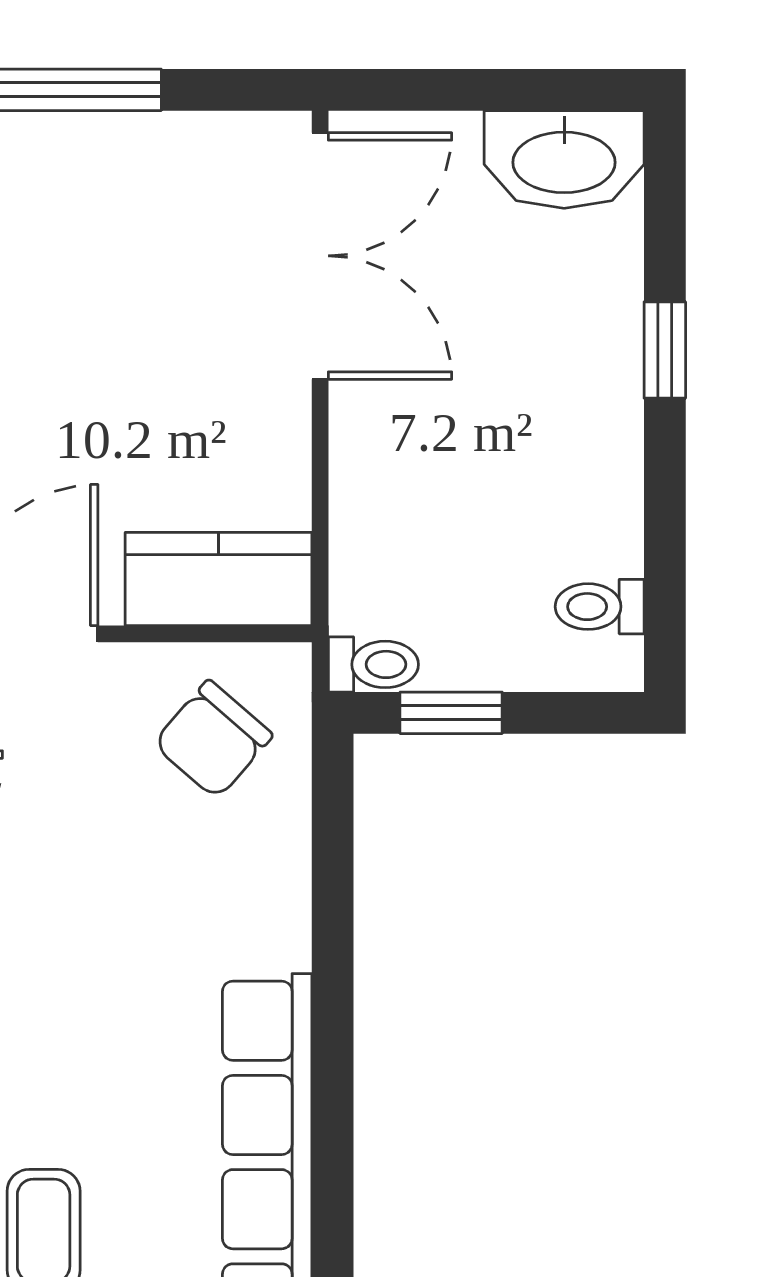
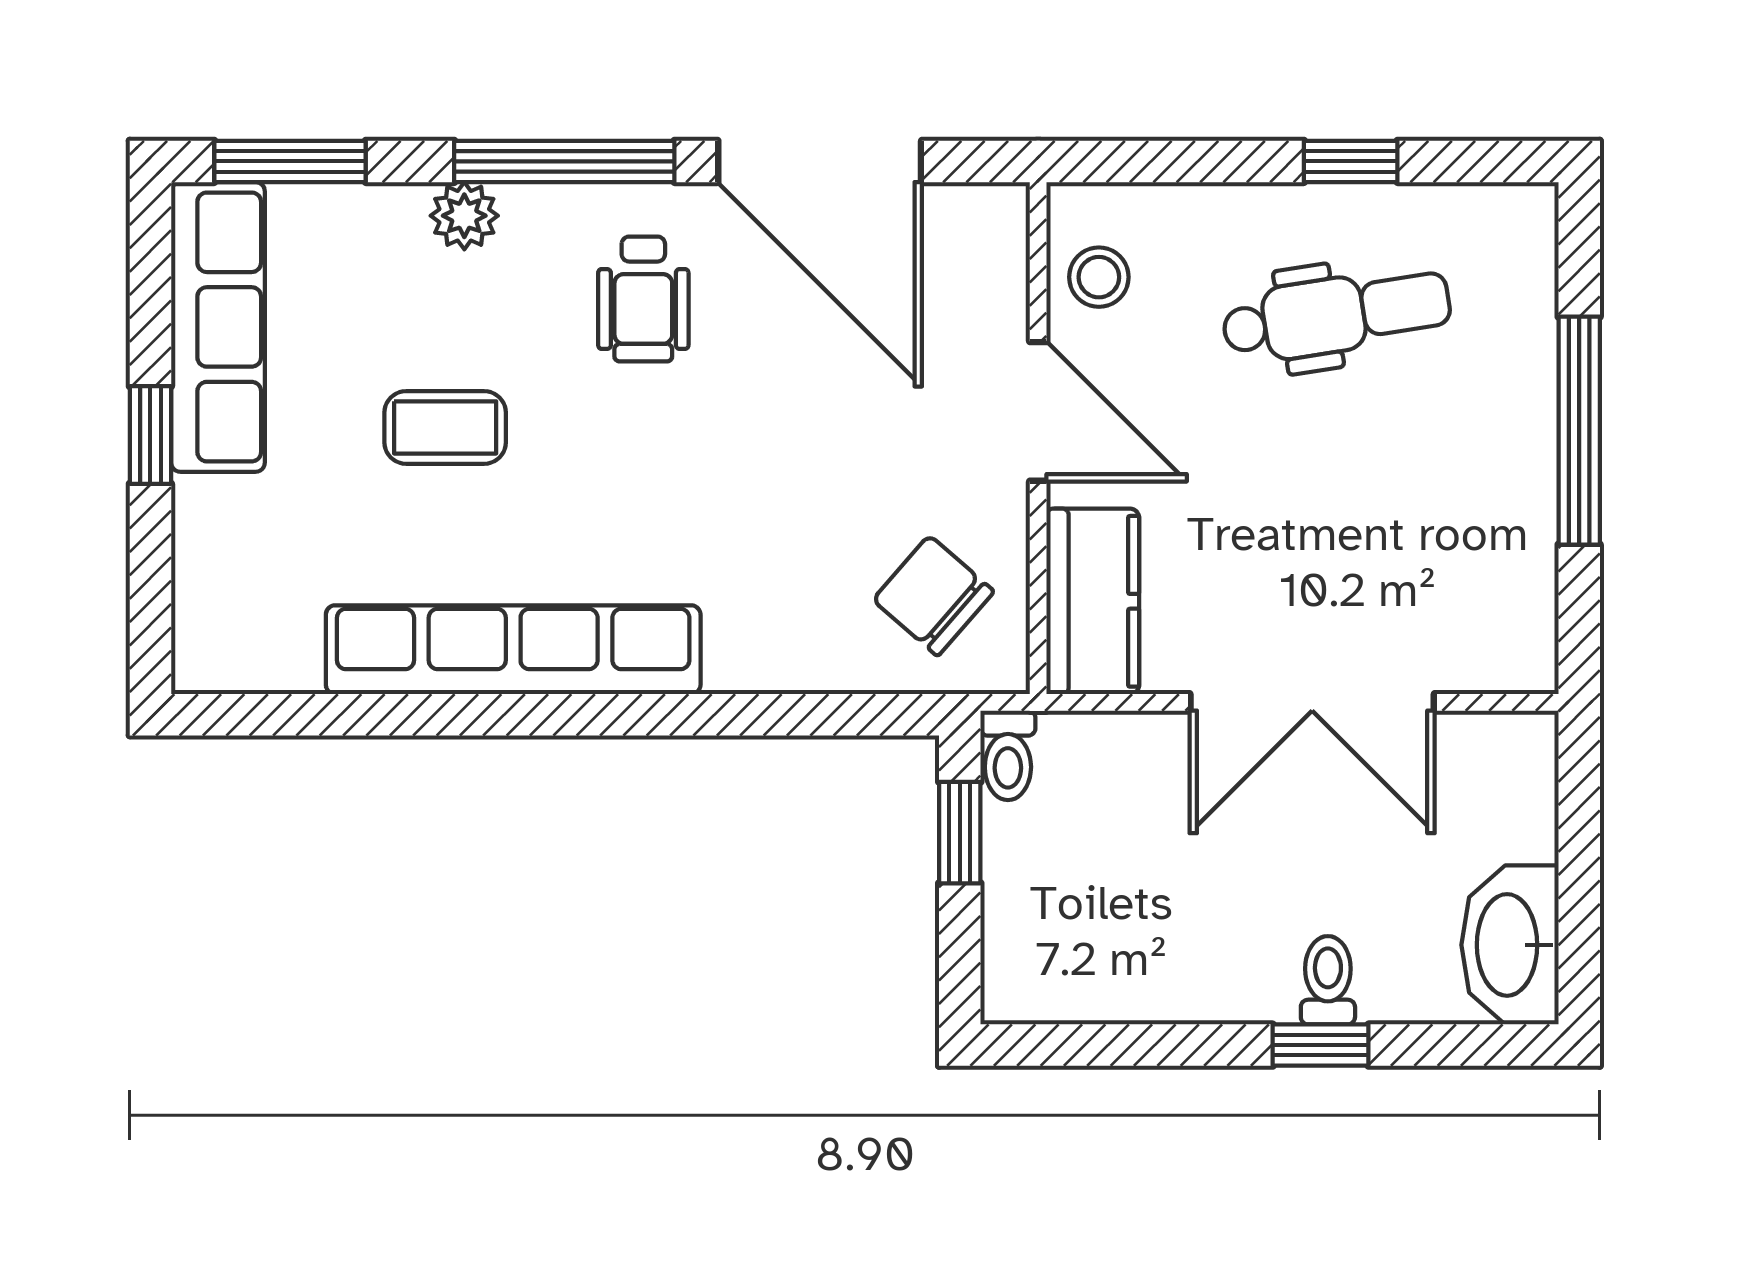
double door: (320, 256) -> (1312, 702), moved
toilet: (600, 607) -> (1328, 980), moved

